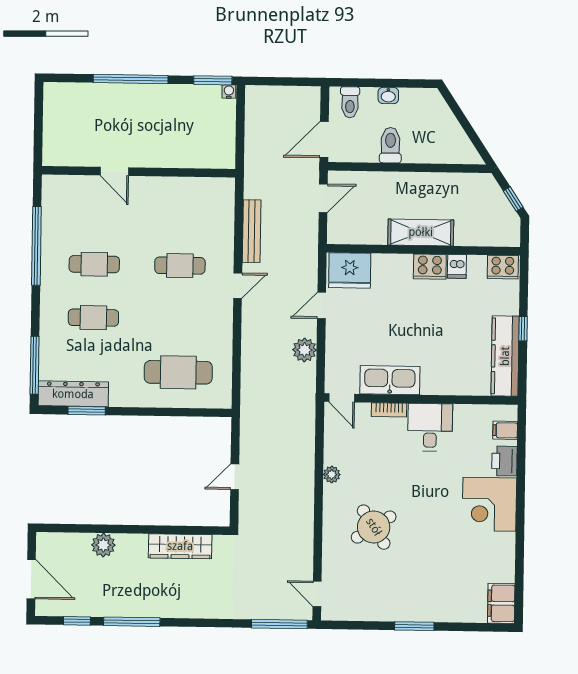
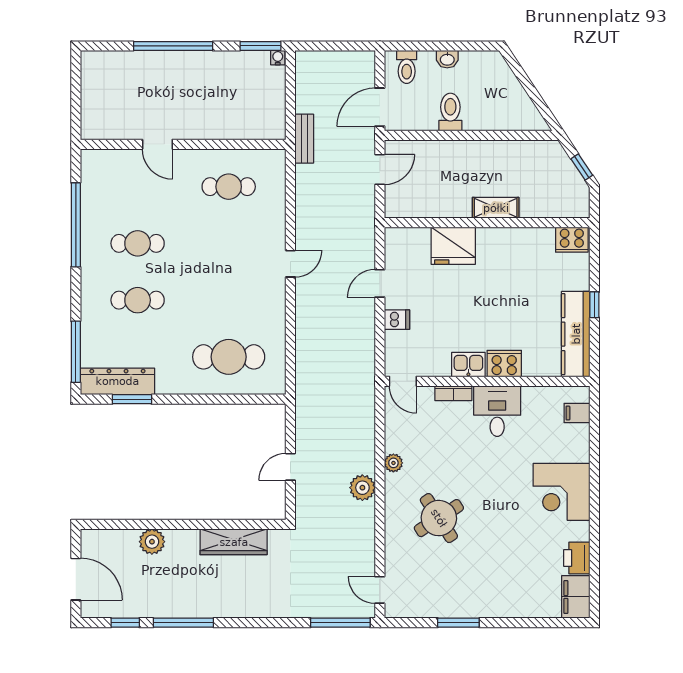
bench: (252, 231) -> (304, 139), moved, width x0.73
shelving: (421, 232) -> (496, 208), width x0.67, depth x0.75
cafe table: (180, 266) -> (229, 187), moved
dishwasher: (457, 266) -> (397, 320), moved, turned -90
cooker: (430, 267) -> (504, 364), moved, turned 180
fridge: (350, 270) -> (453, 246), moved
plant: (304, 350) -> (362, 488), moved
kitchen sink: (390, 380) -> (468, 365), width x0.53, depth x0.81
printer: (504, 461) -> (577, 558), moved
window: (414, 626) -> (458, 623), moved

